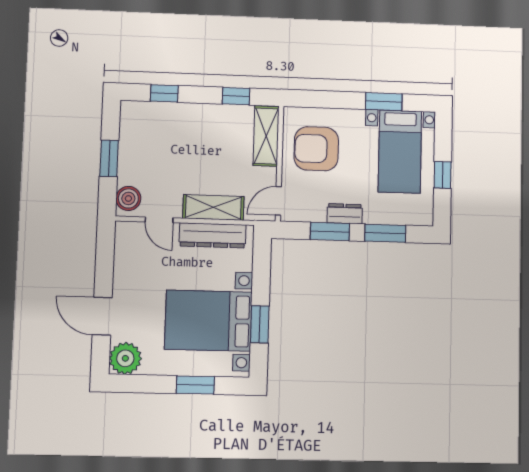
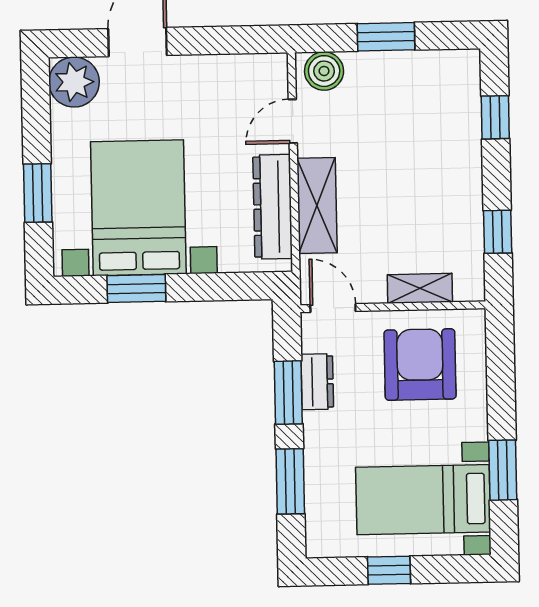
shelving: (266, 136) -> (420, 288), width x0.67, depth x0.75
dresser: (345, 214) -> (317, 382), moved

